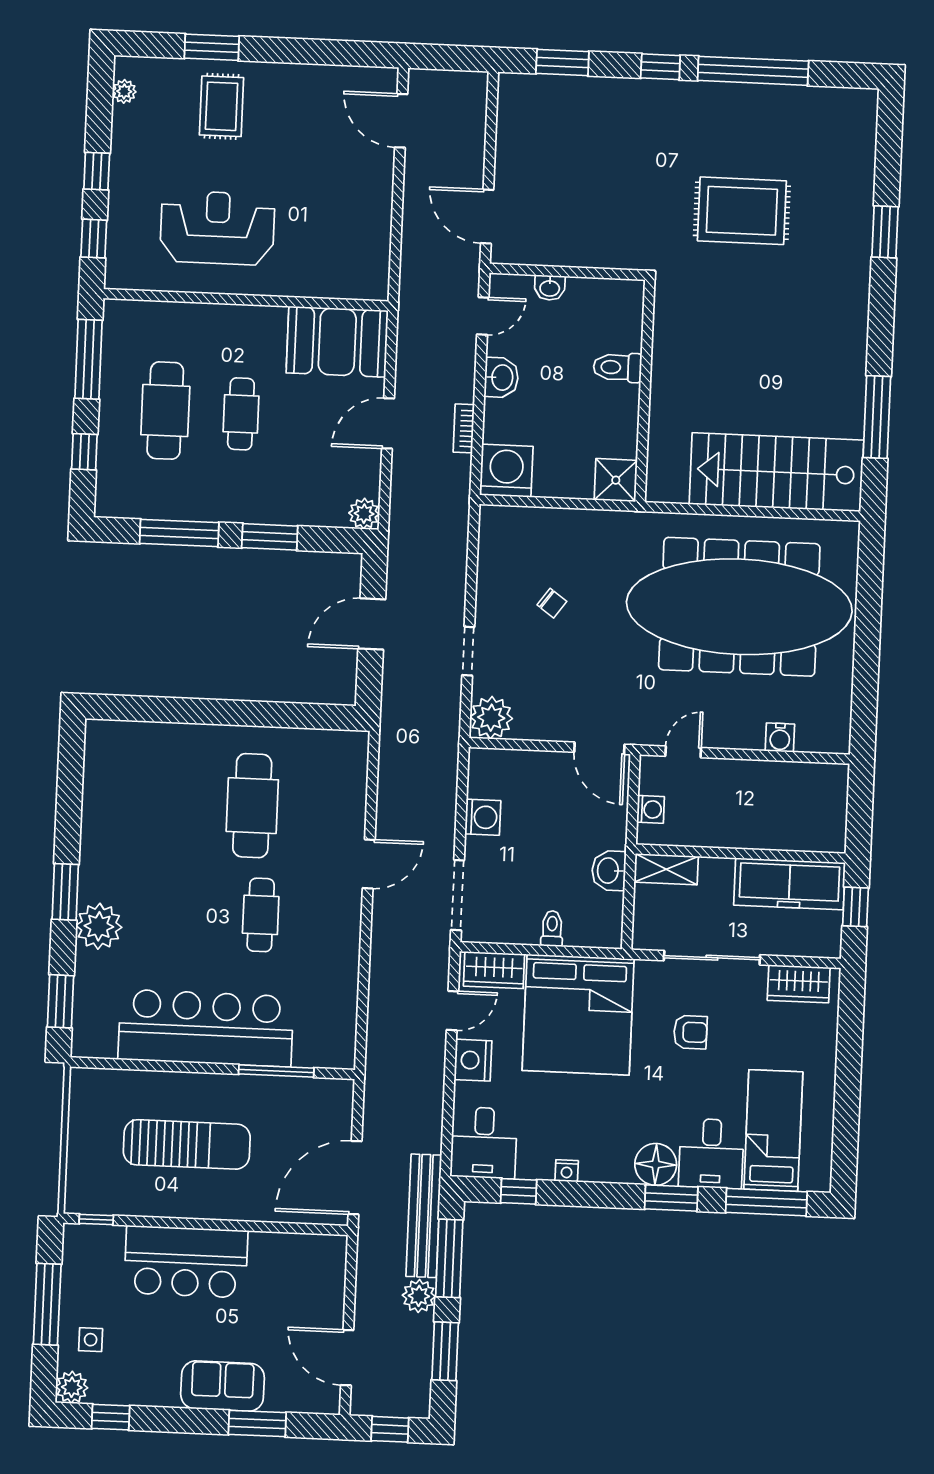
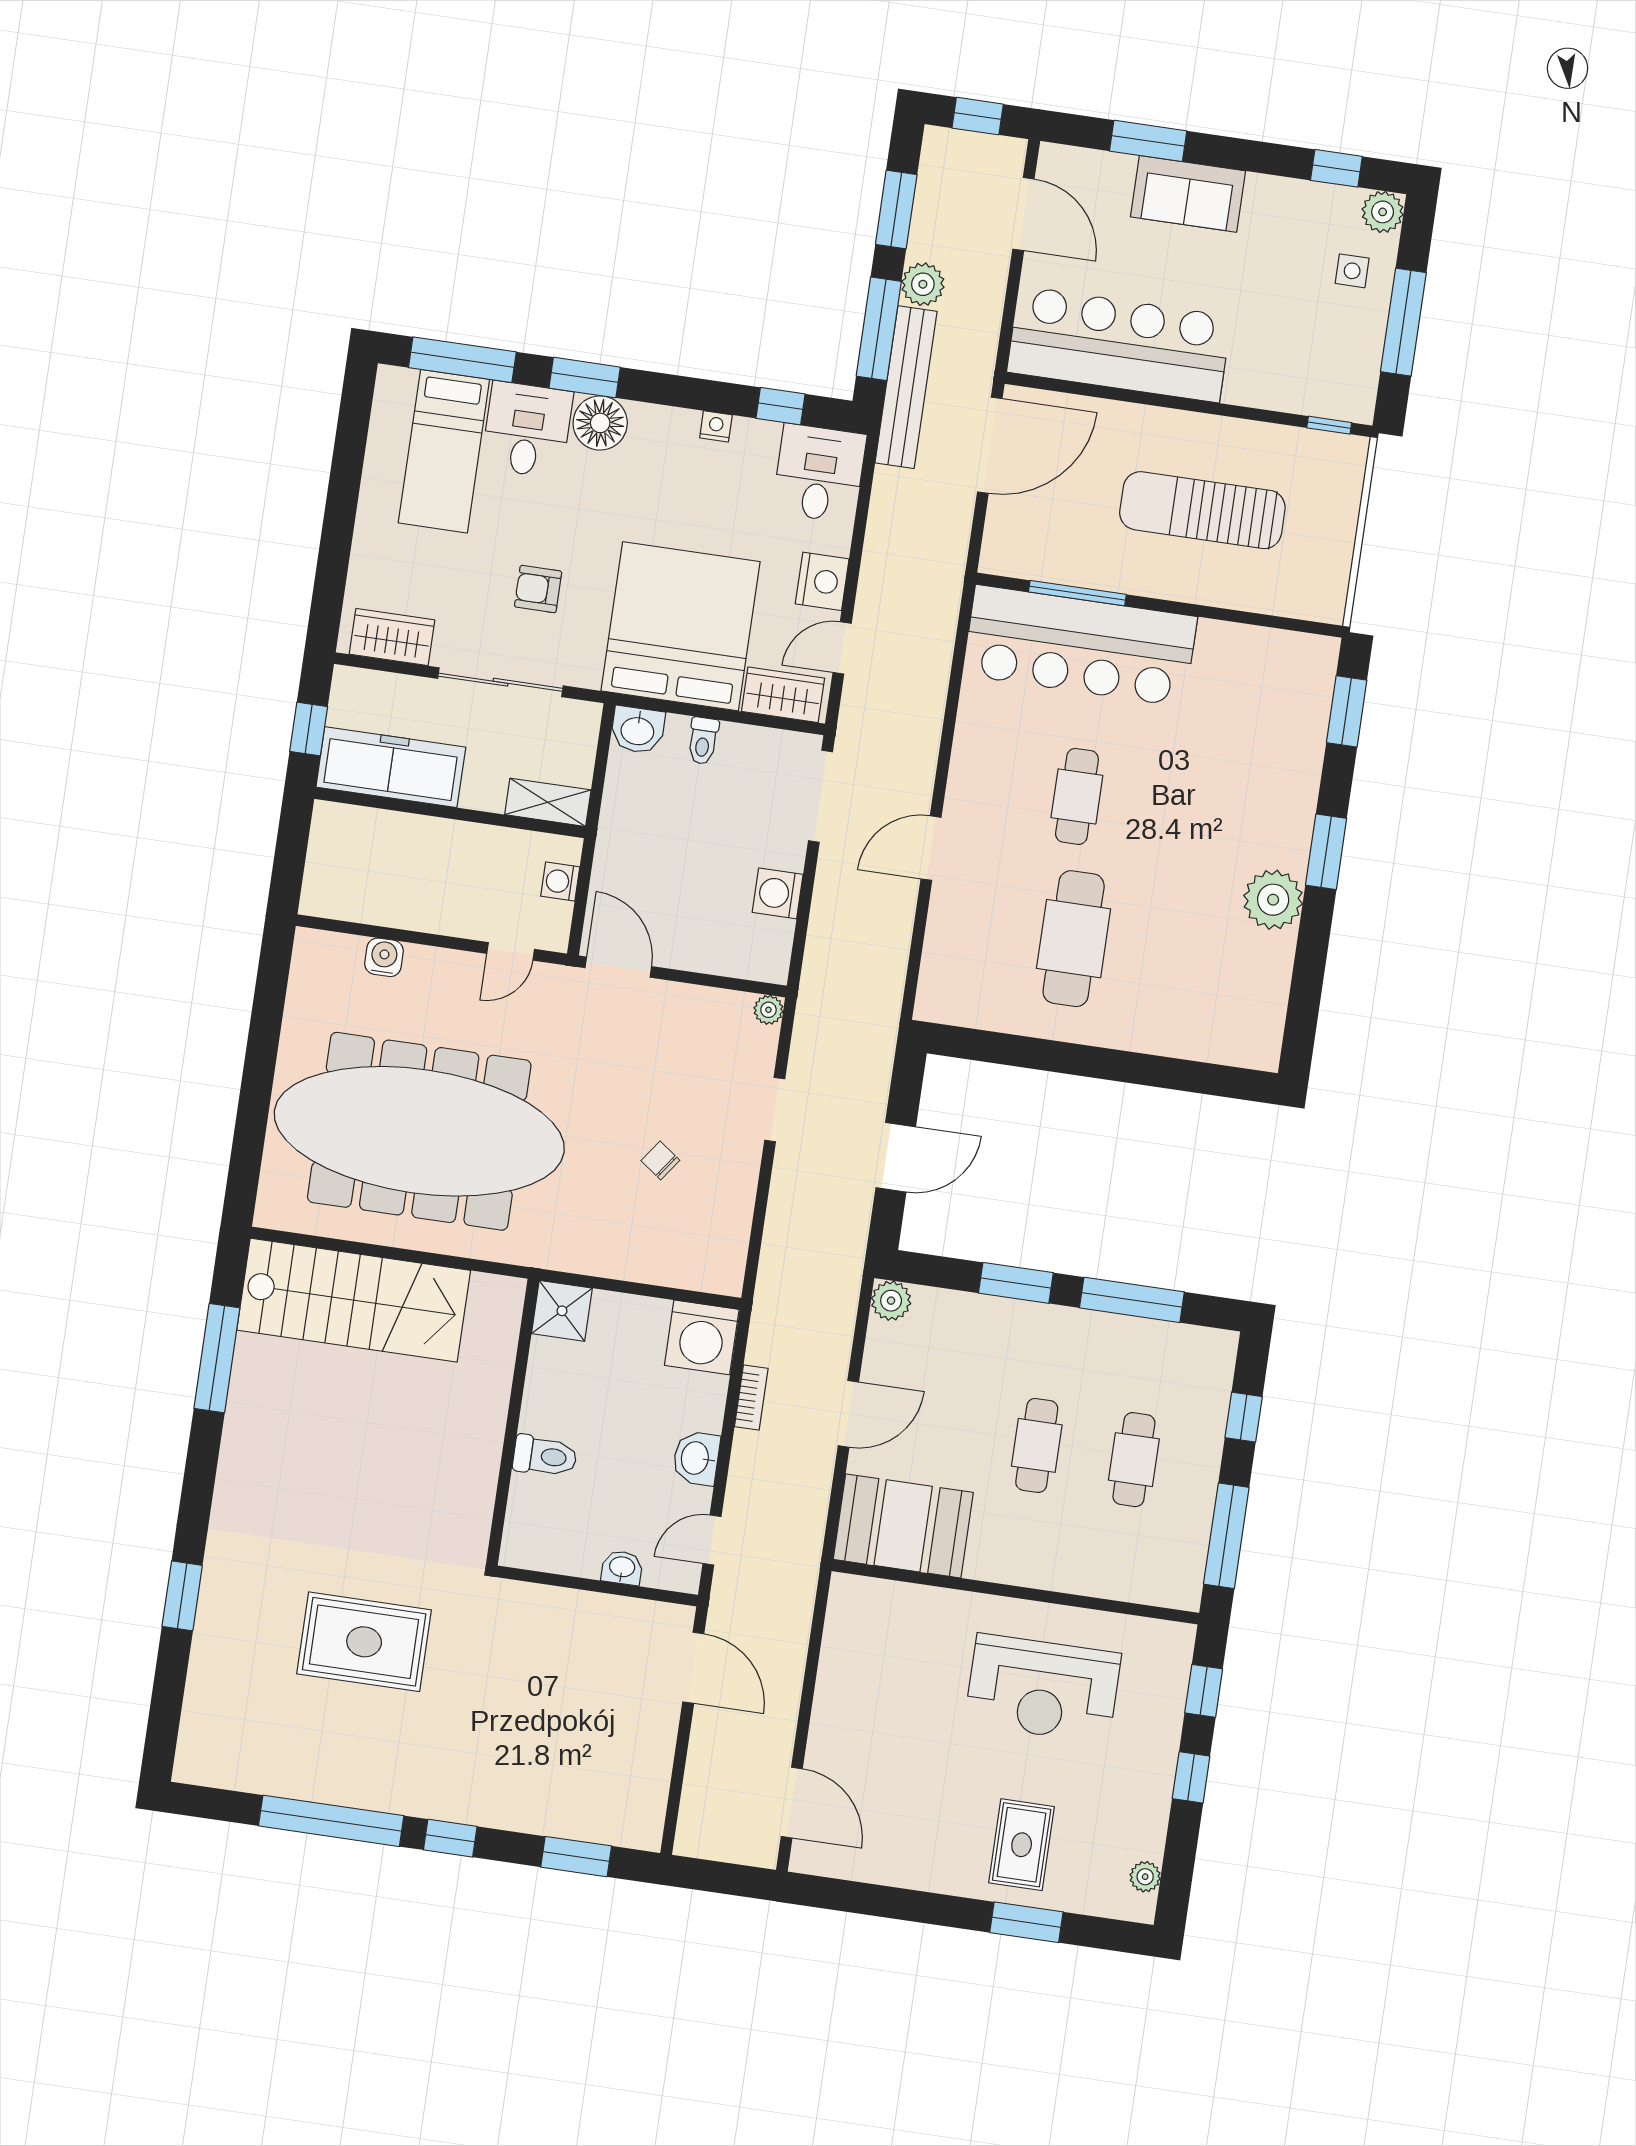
cafe table: (165, 411) -> (1134, 1460), width x0.73, depth x0.74
plant: (491, 718) -> (768, 1010), width x0.53, depth x0.53
washbasin: (609, 871) -> (638, 730), moved, turned 90
plant: (99, 926) -> (1273, 900), moved
bar counter: (206, 1028) -> (1080, 646), moved
bar counter: (186, 1262) -> (1119, 344), moved, width x1.36

